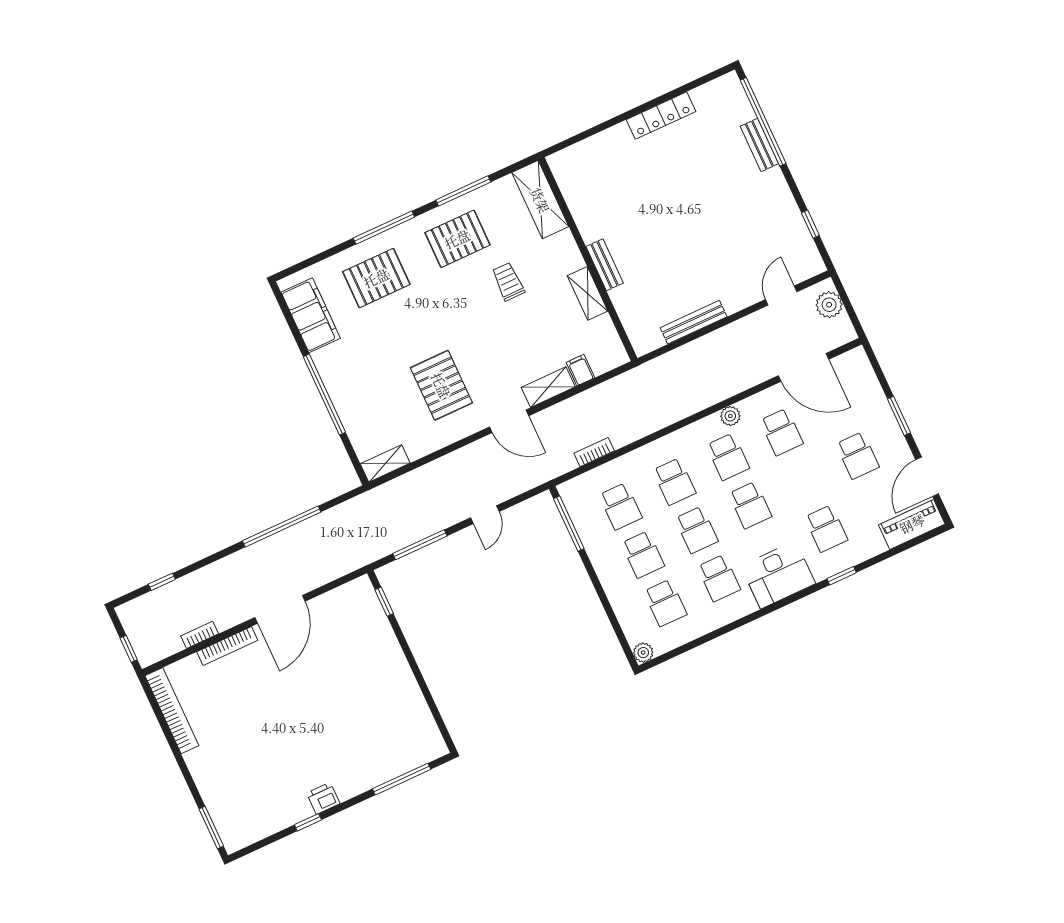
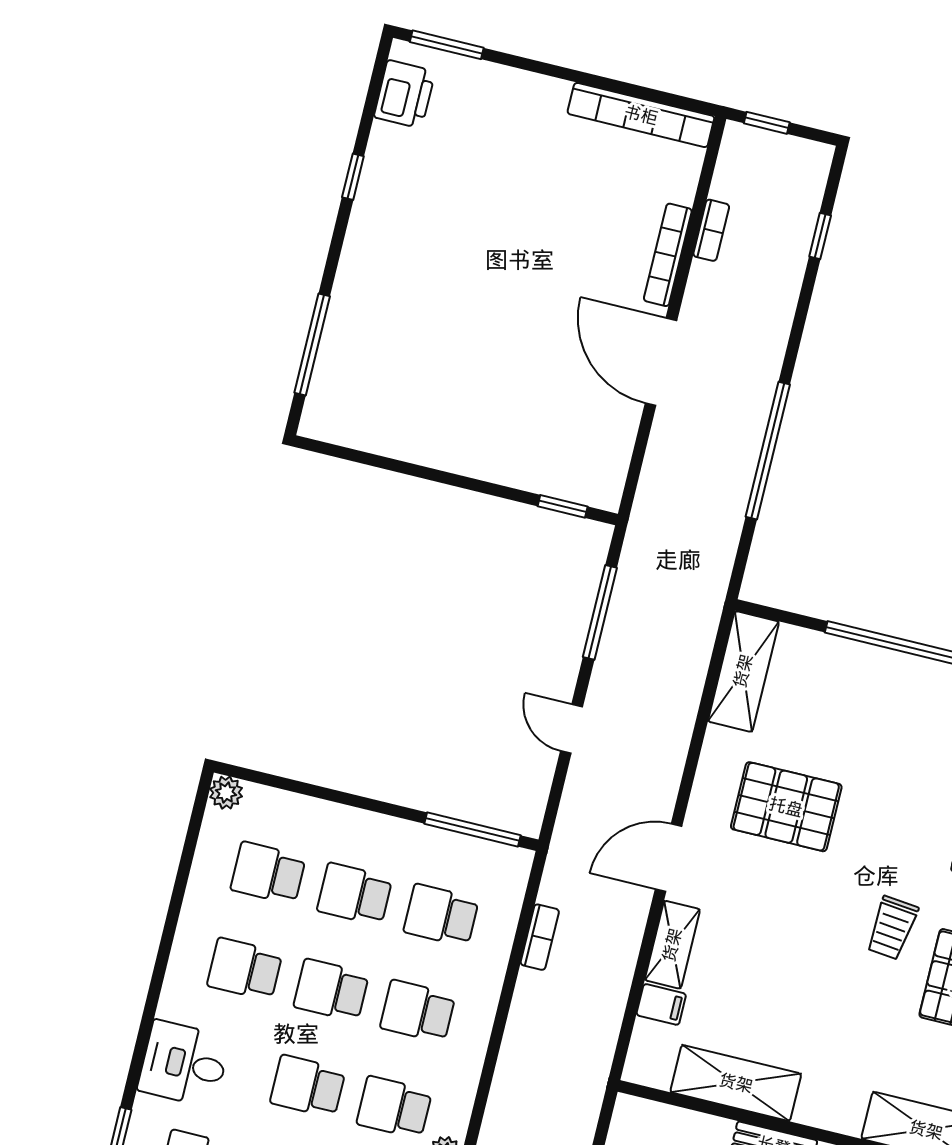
trolley: (508, 282) -> (892, 928), moved, turned 96
shelving: (588, 293) -> (736, 1083), width x1.50, depth x1.33
shelving: (385, 463) -> (743, 671), width x1.50, depth x1.33
desk: (778, 575) -> (184, 1064), width x0.73
printer: (323, 798) -> (405, 94), moved, width x1.36, depth x1.24

